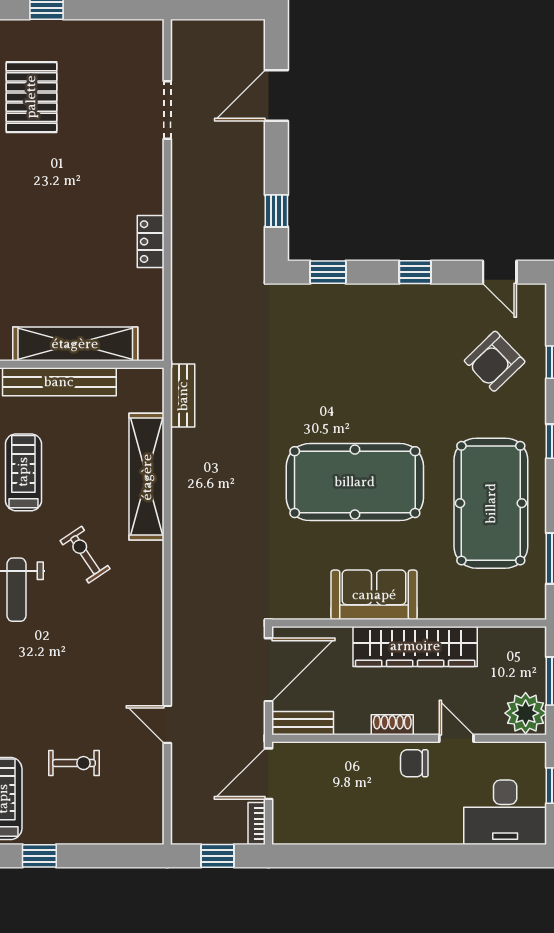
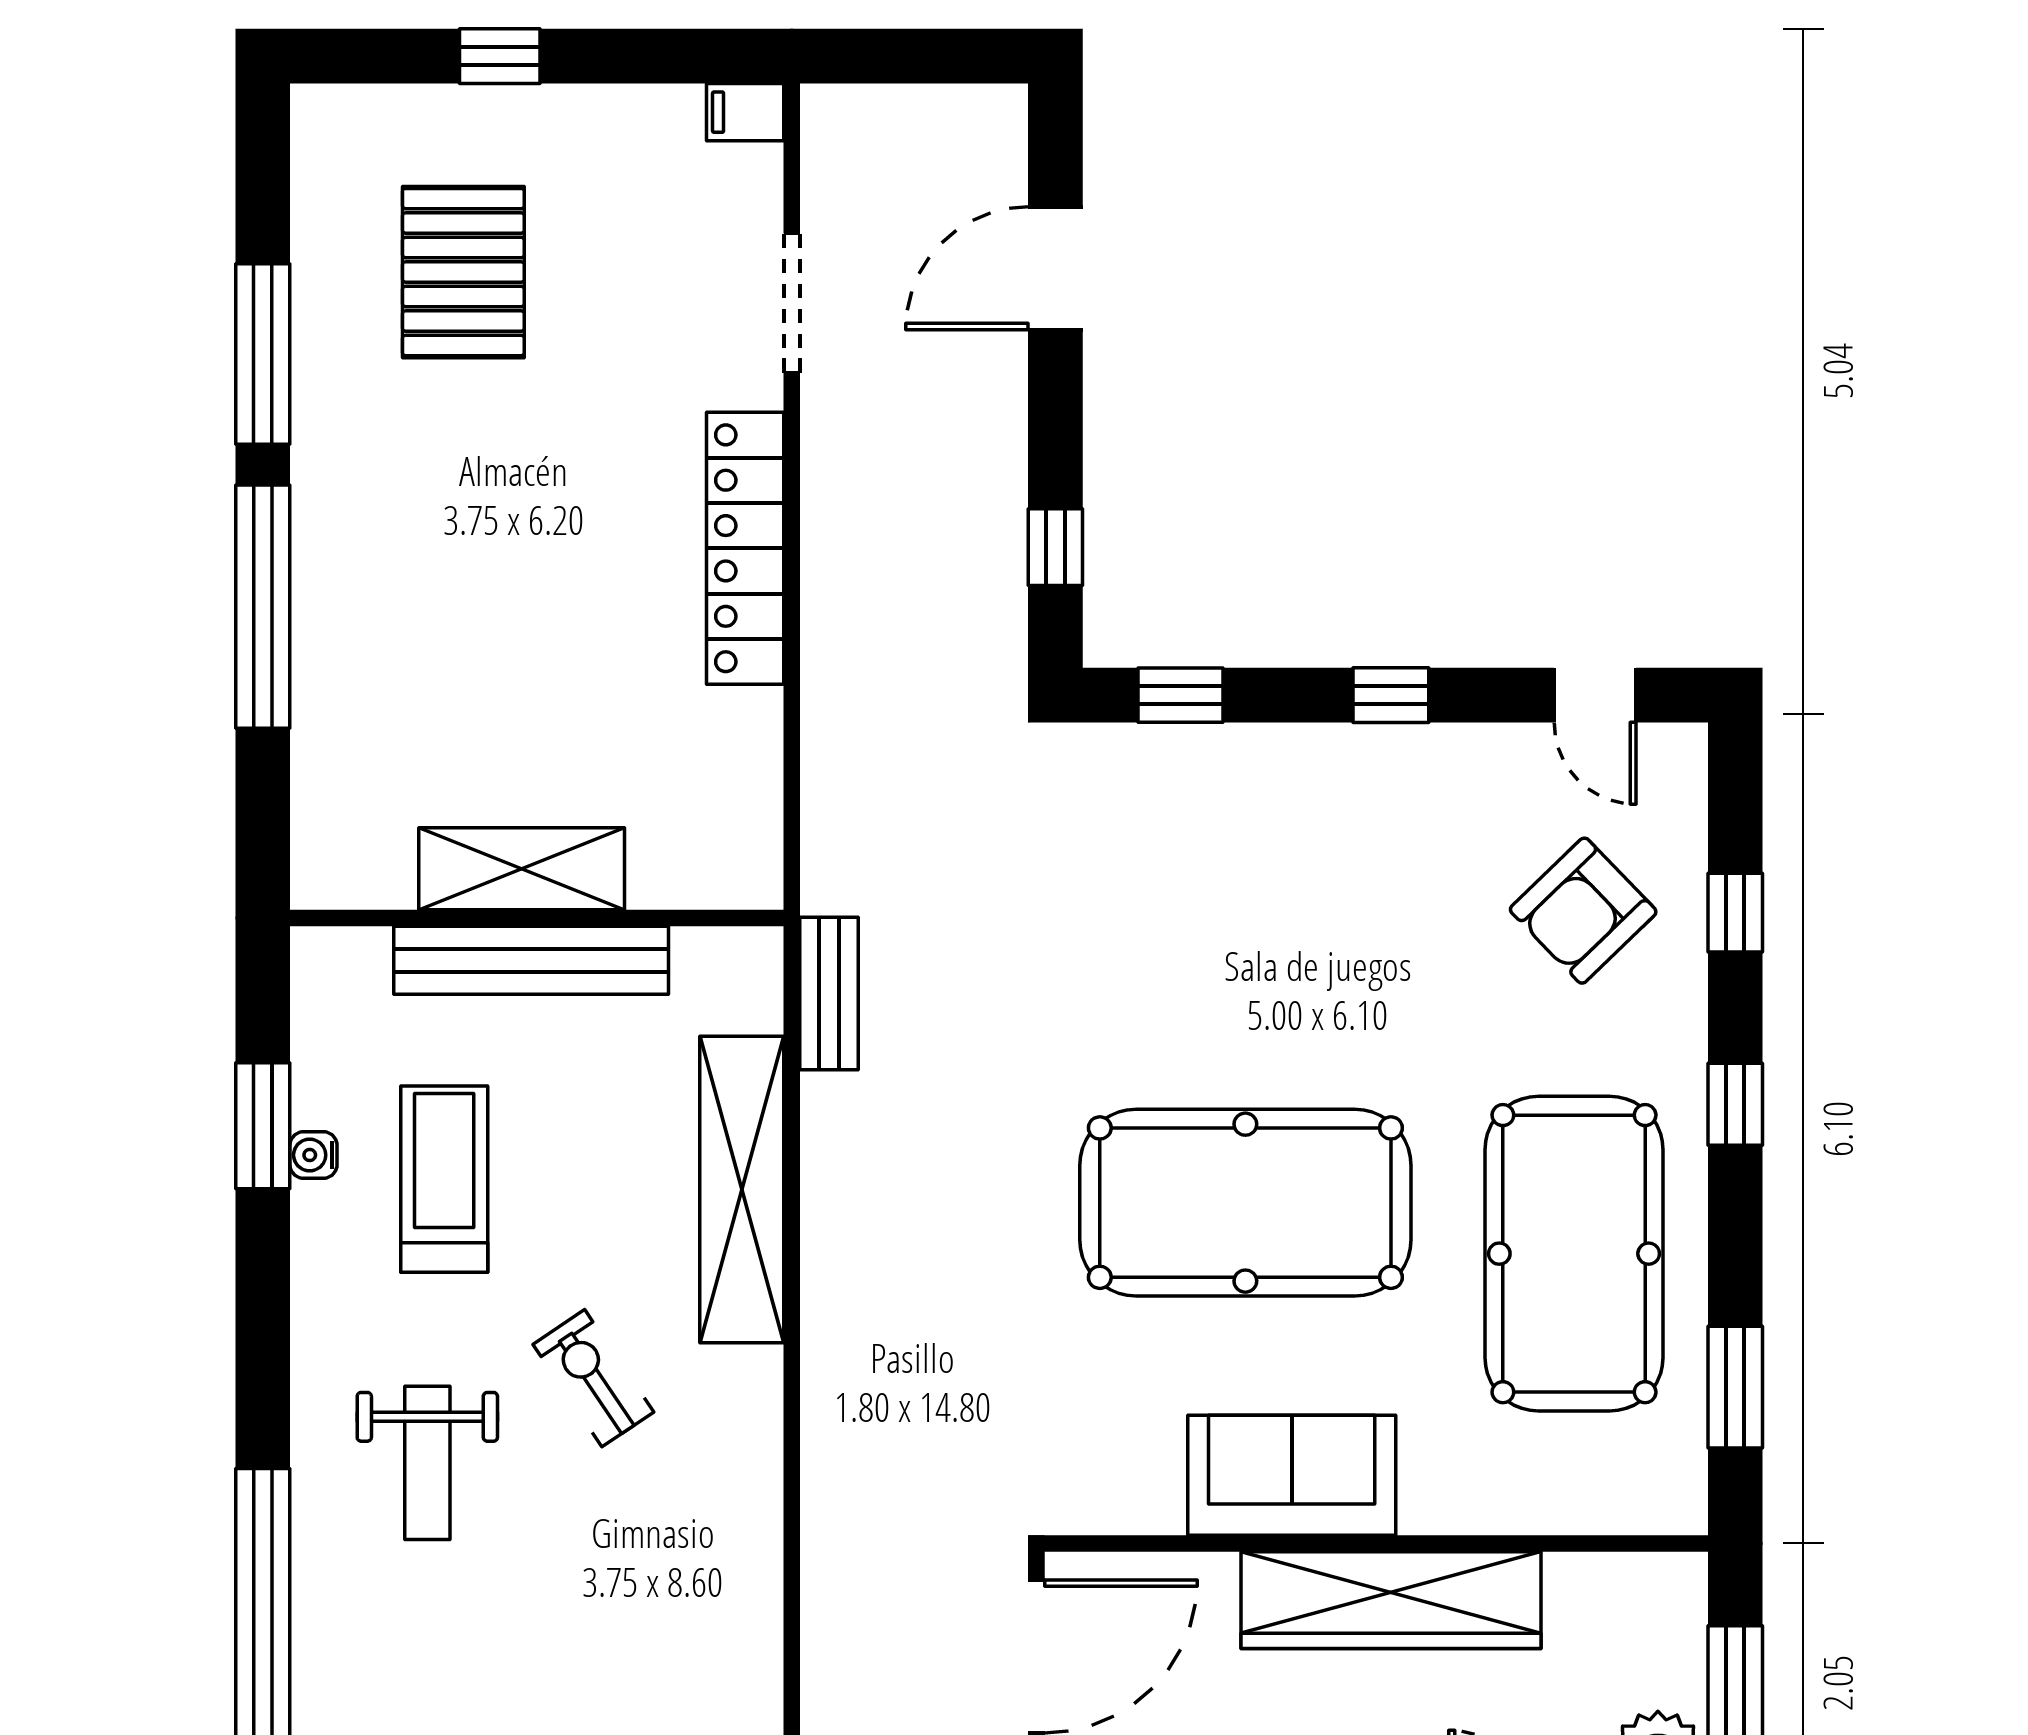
filing cabinet: (148, 31) -> (745, 112), added
locker: (151, 242) -> (745, 548), width x2.16, depth x1.21
shelving: (75, 344) -> (522, 869), width x0.68

